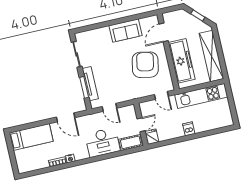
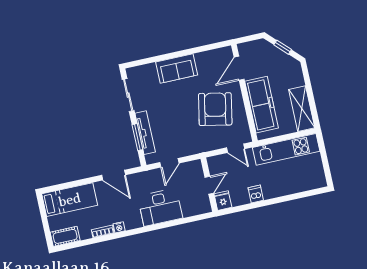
sofa: (126, 31) -> (177, 68), moved
shelving: (211, 56) -> (302, 109), width x0.68
door: (109, 107) -> (169, 163), hinge flipped
dishwasher: (189, 129) -> (256, 194), moved
cot: (131, 142) -> (65, 236), moved

